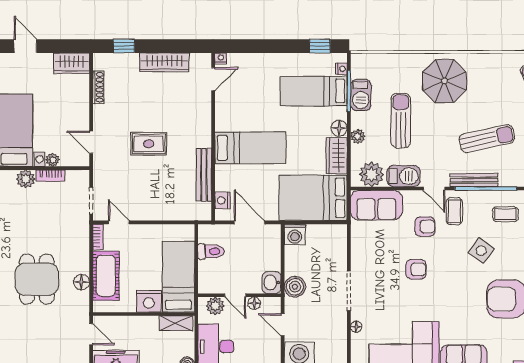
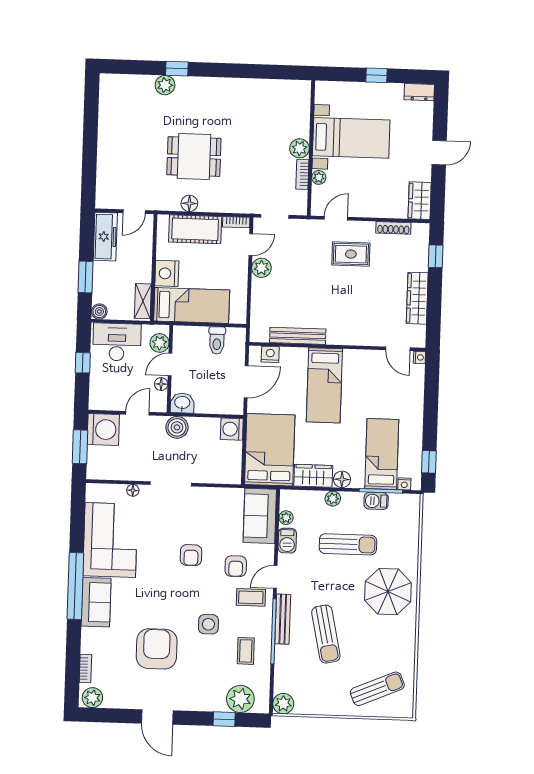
barbecue: (361, 95) -> (376, 501), width x0.73, depth x0.79
rug: (149, 144) -> (351, 254), moved, turned 90
plant: (371, 174) -> (286, 518), width x0.53, depth x0.53
barbecue: (404, 176) -> (287, 541), width x0.73, depth x0.79
plant: (141, 211) -> (261, 268), added
side table: (481, 251) -> (208, 624), turned -36

